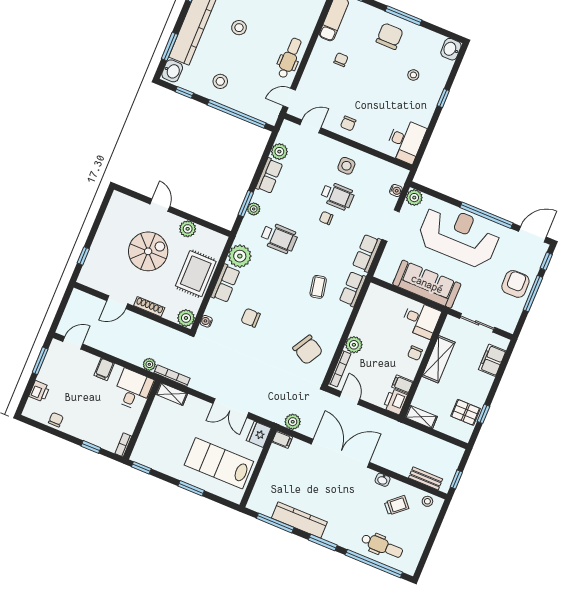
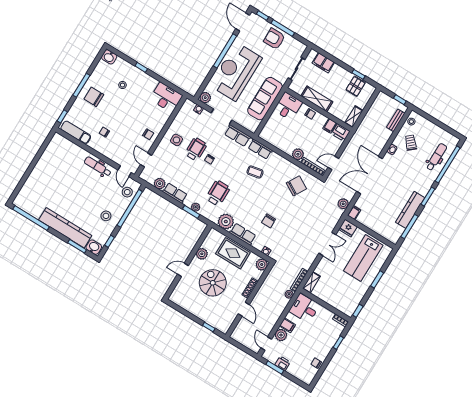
stool: (239, 28) -> (127, 192), moved
plant: (88, 362) -> (281, 335), added
printer: (39, 391) -> (283, 363), moved

